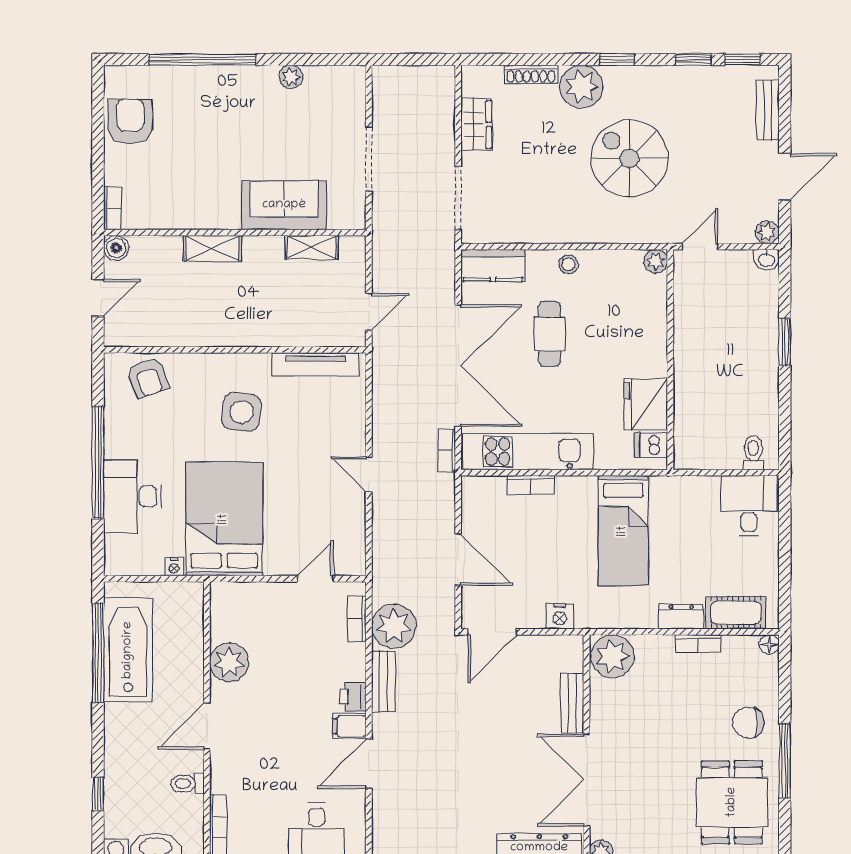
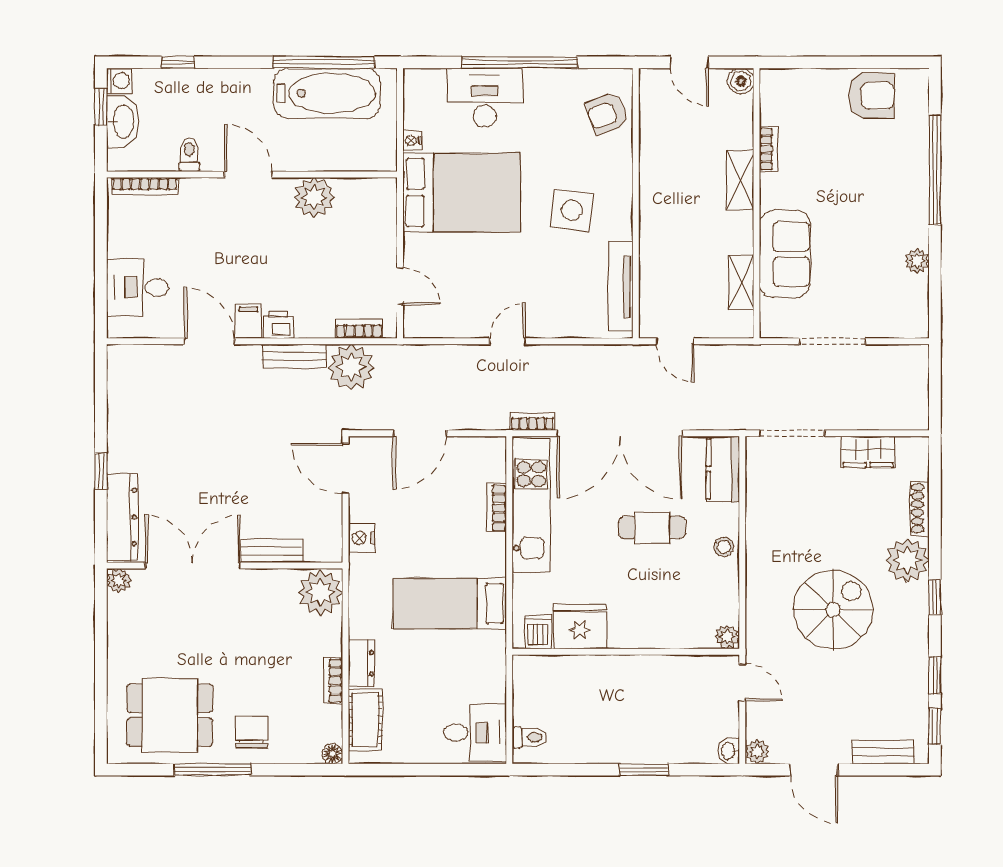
bookcase: (112, 208) -> (768, 149), moved, turned -90

